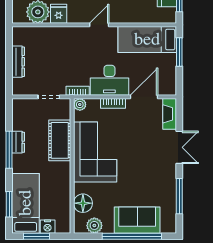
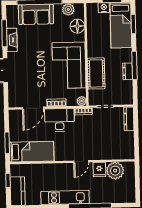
door: (99, 25) -> (81, 162), moved
dresser: (18, 62) -> (129, 119), moved
fireplace: (170, 114) -> (12, 40), moved

